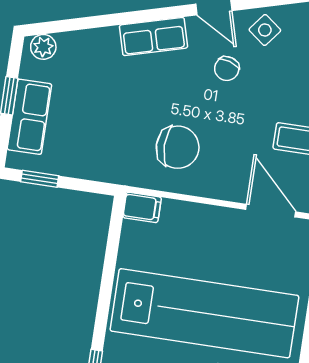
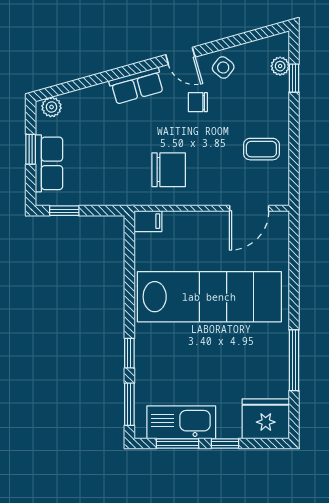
chair: (227, 69) -> (198, 102), turned 73
door: (271, 211) -> (249, 208), swing flipped

